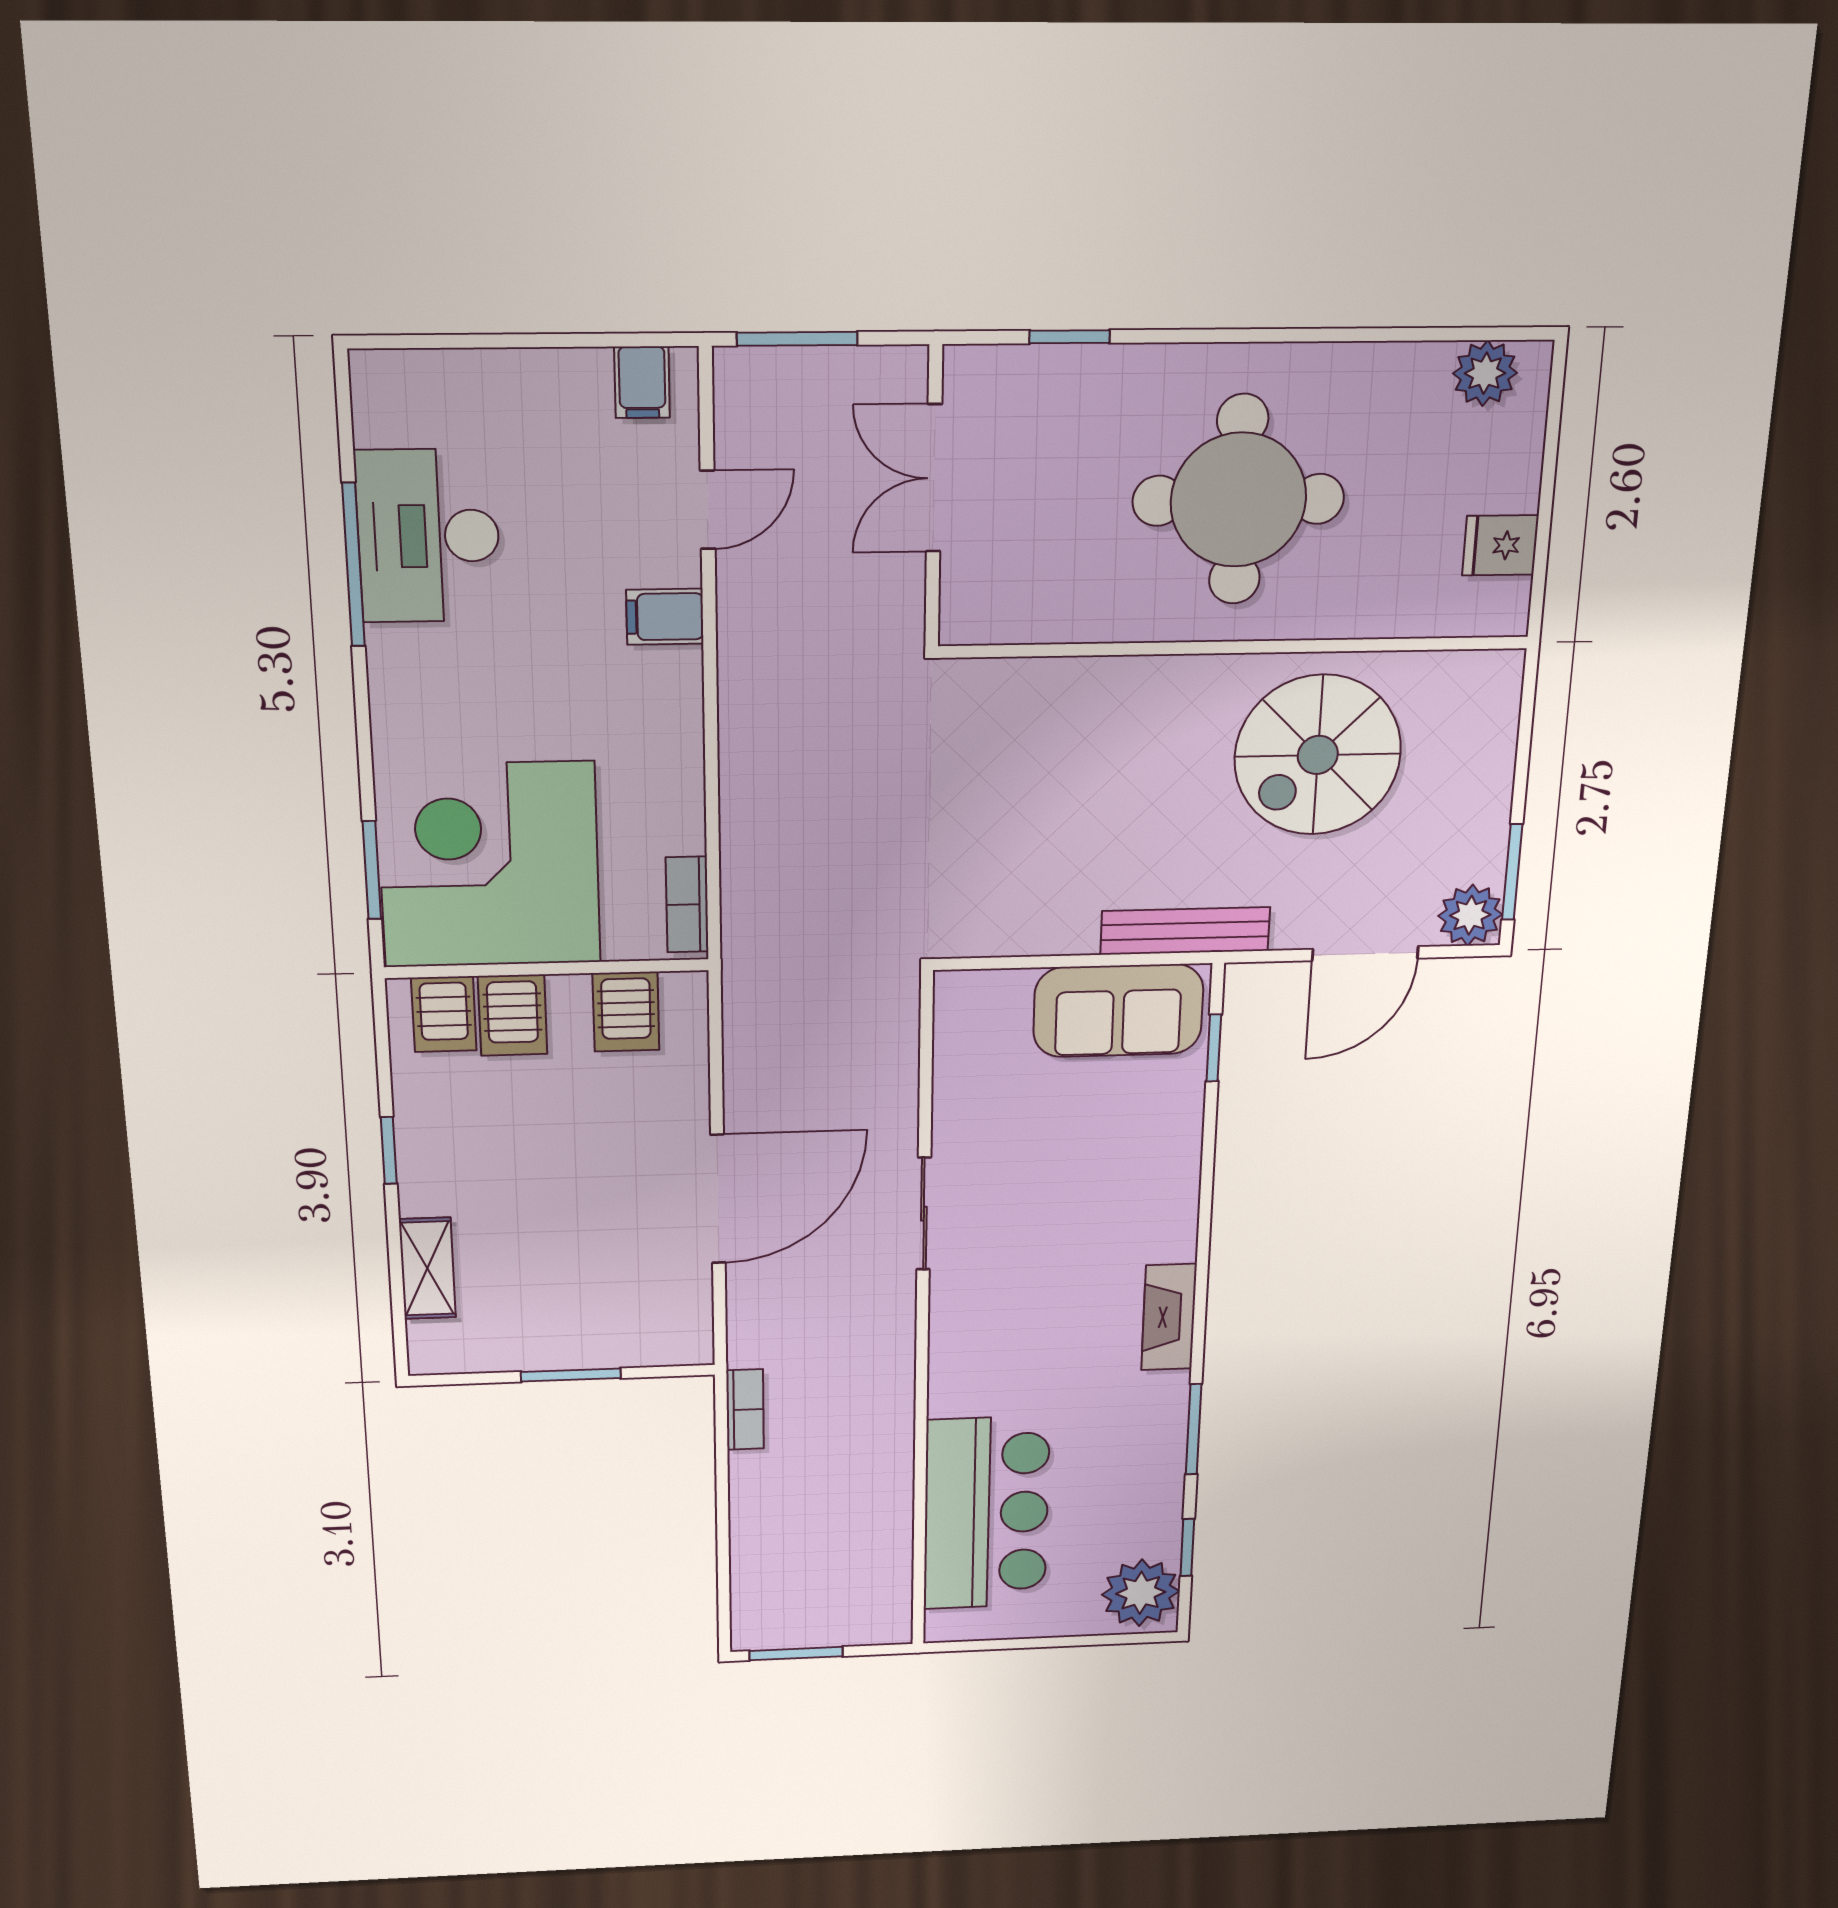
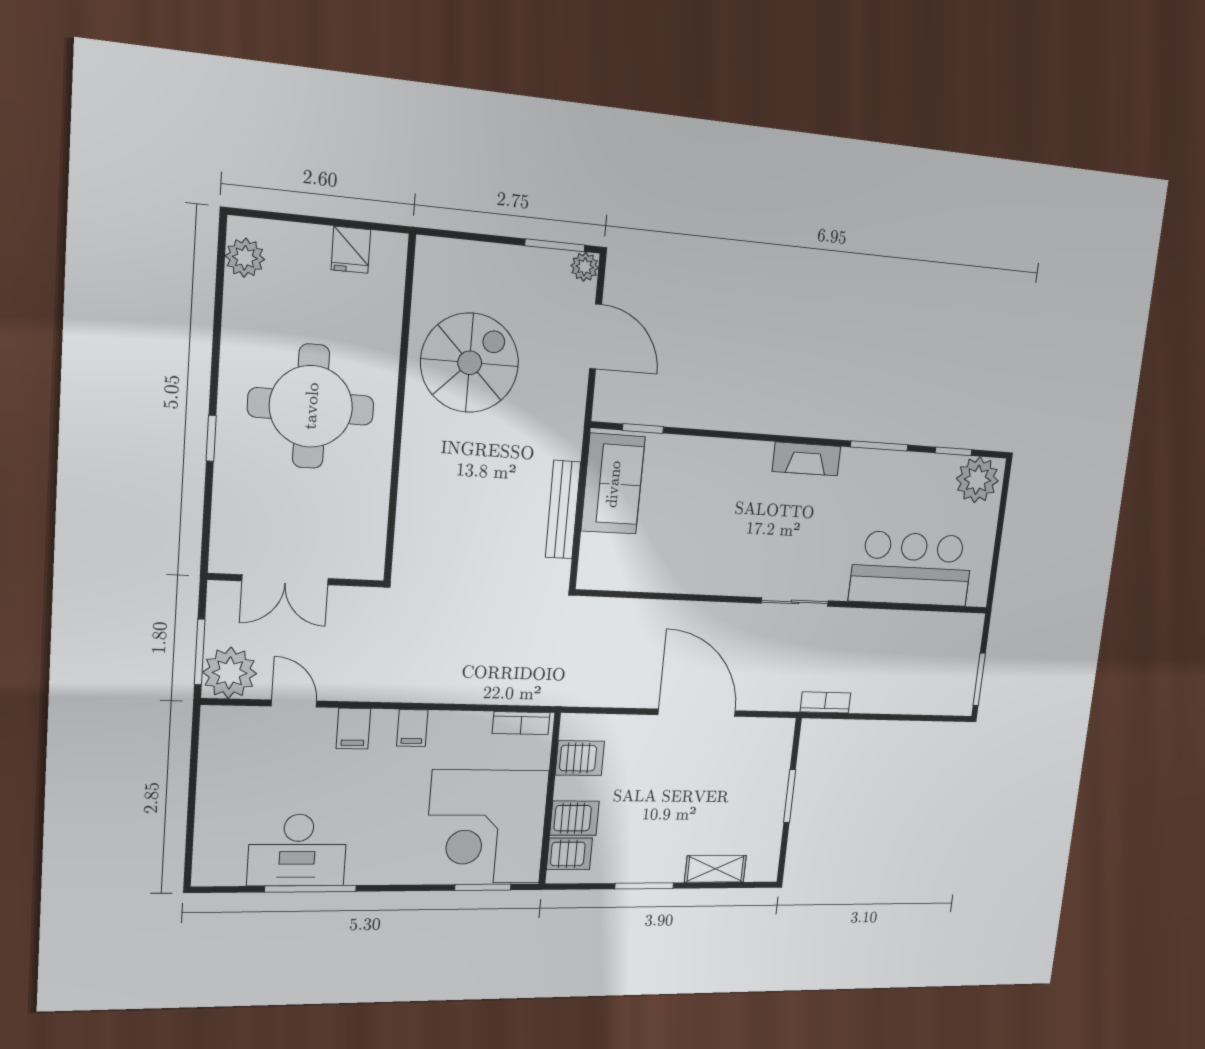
window: (1070, 337) -> (211, 438), moved
filing cabinet: (642, 382) -> (412, 728), moved, turned 90
plant: (761, 394) -> (230, 673), added
spiral stairs: (1318, 755) -> (470, 363), turned -90
plant: (1470, 915) -> (585, 267), width x0.73, depth x0.73
bench: (1185, 931) -> (563, 510), moved
window: (389, 1150) -> (644, 886), width x1.50
sliding door: (924, 1214) -> (795, 602), moved

